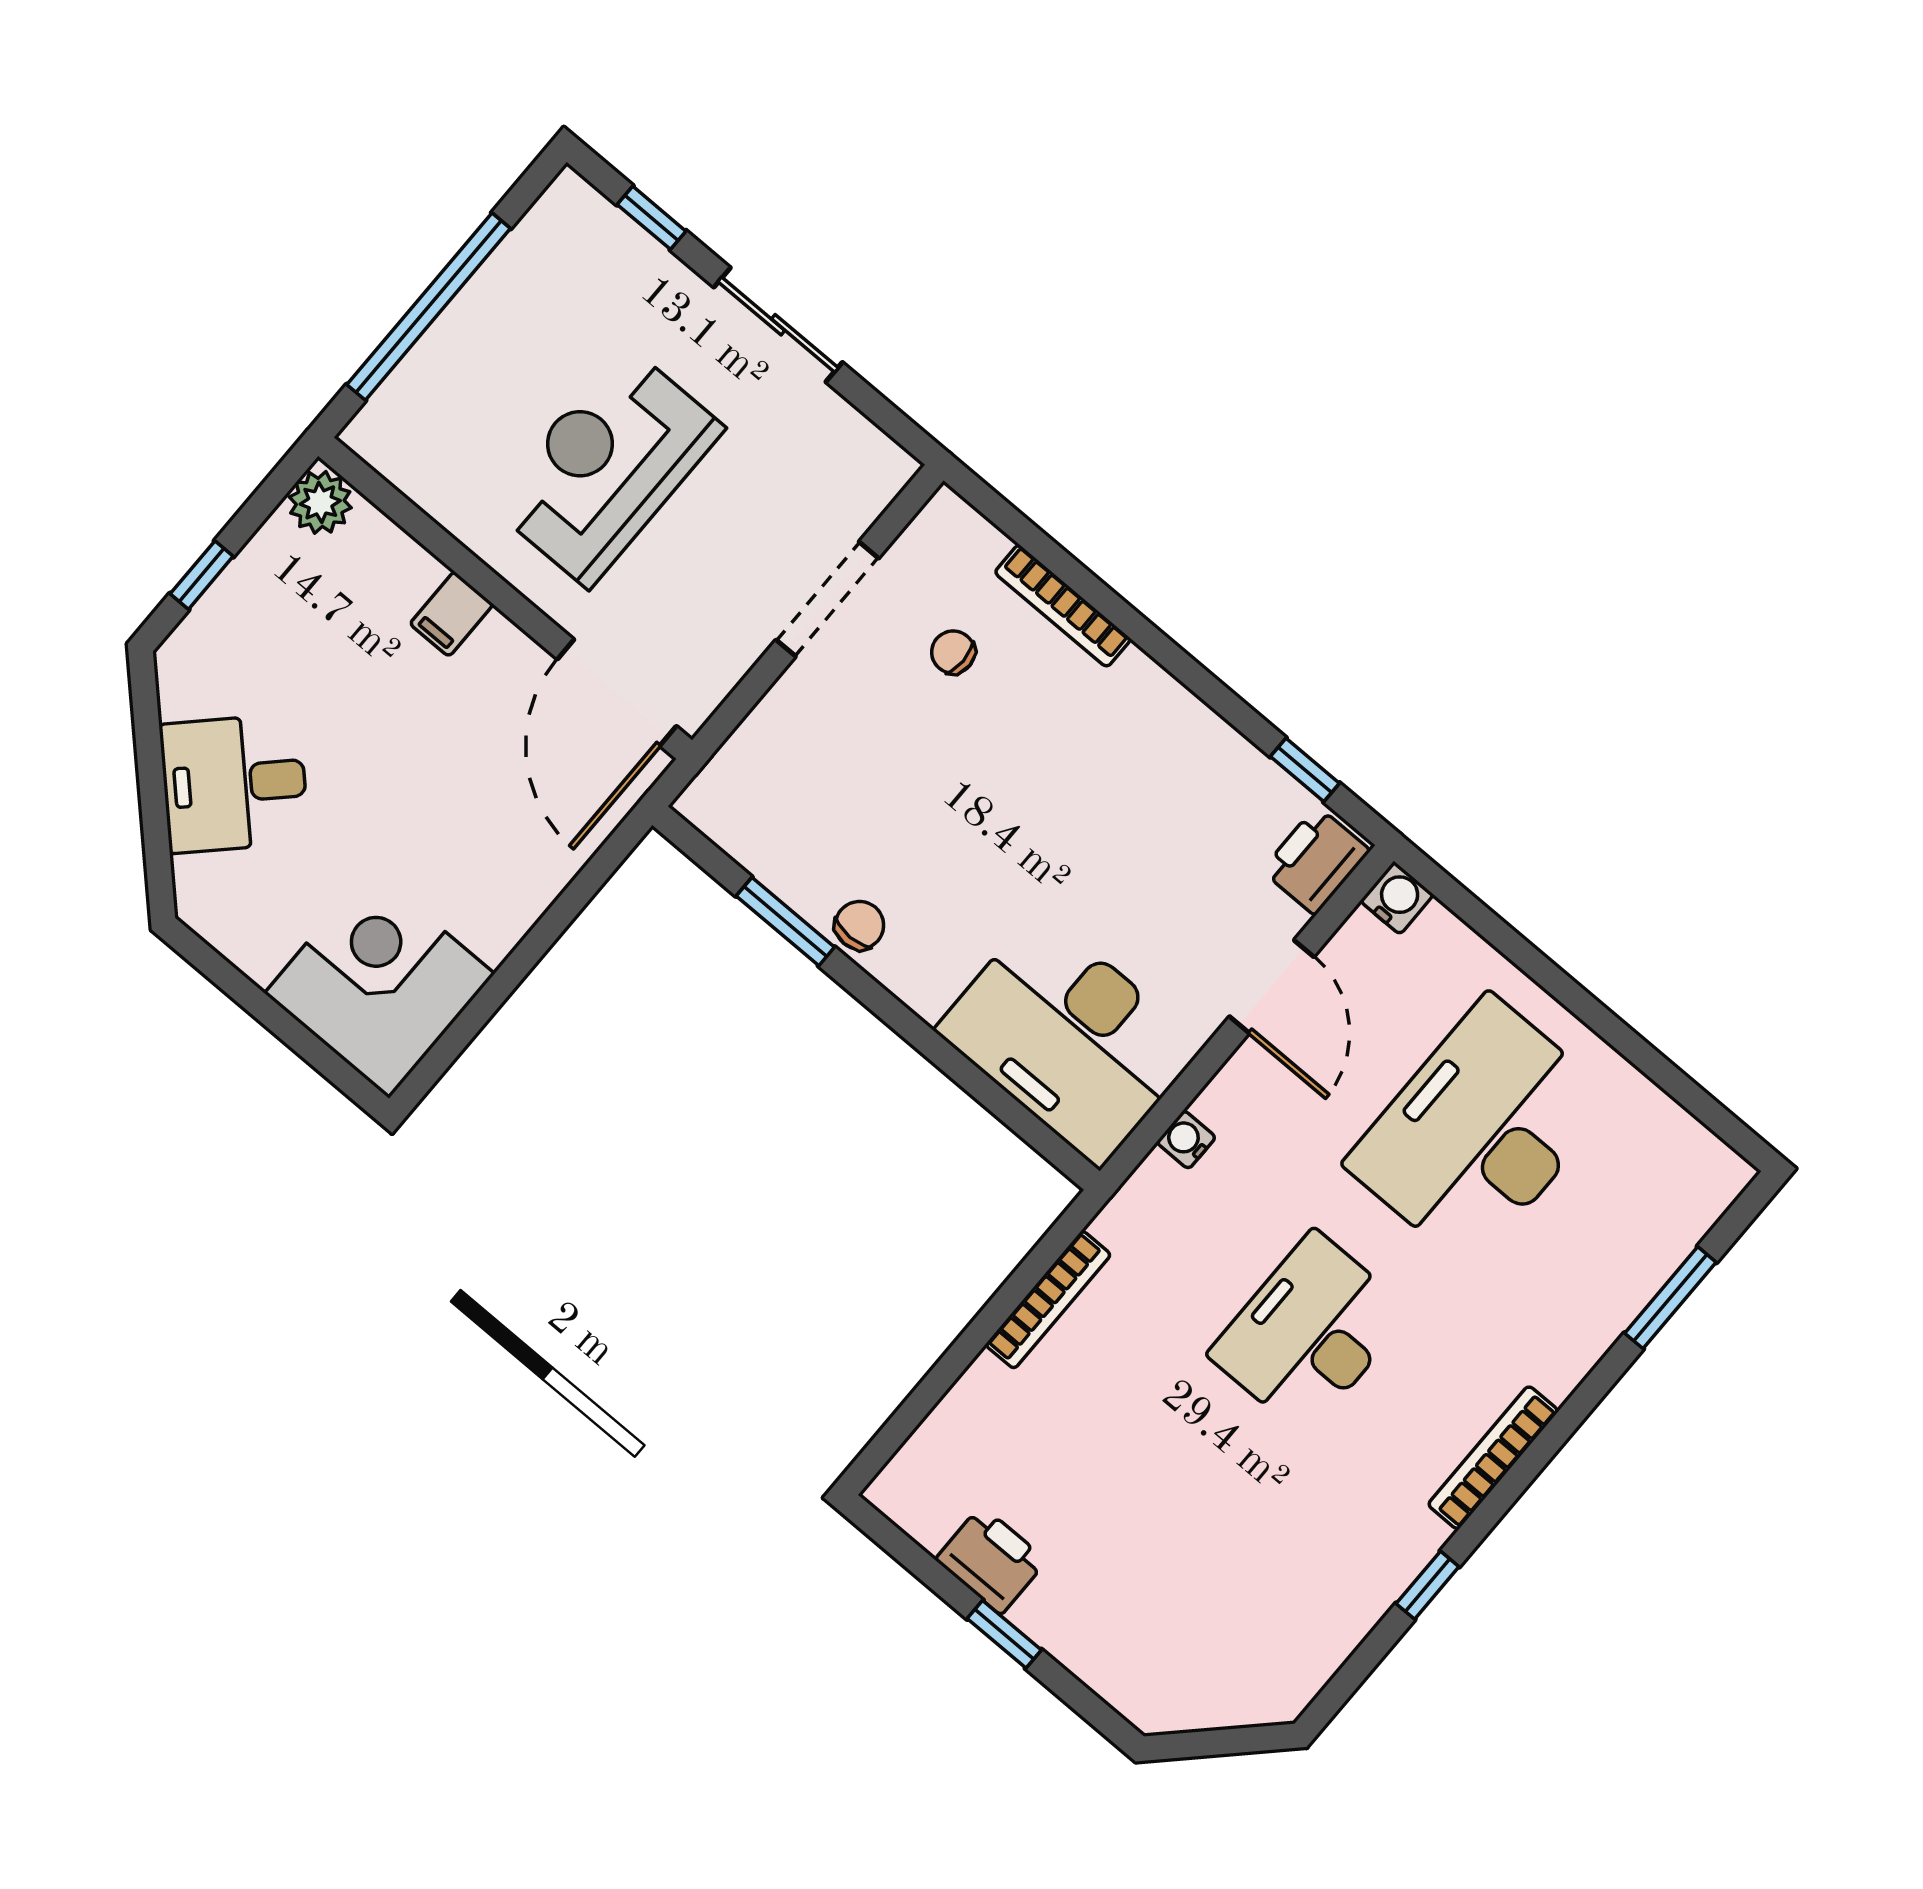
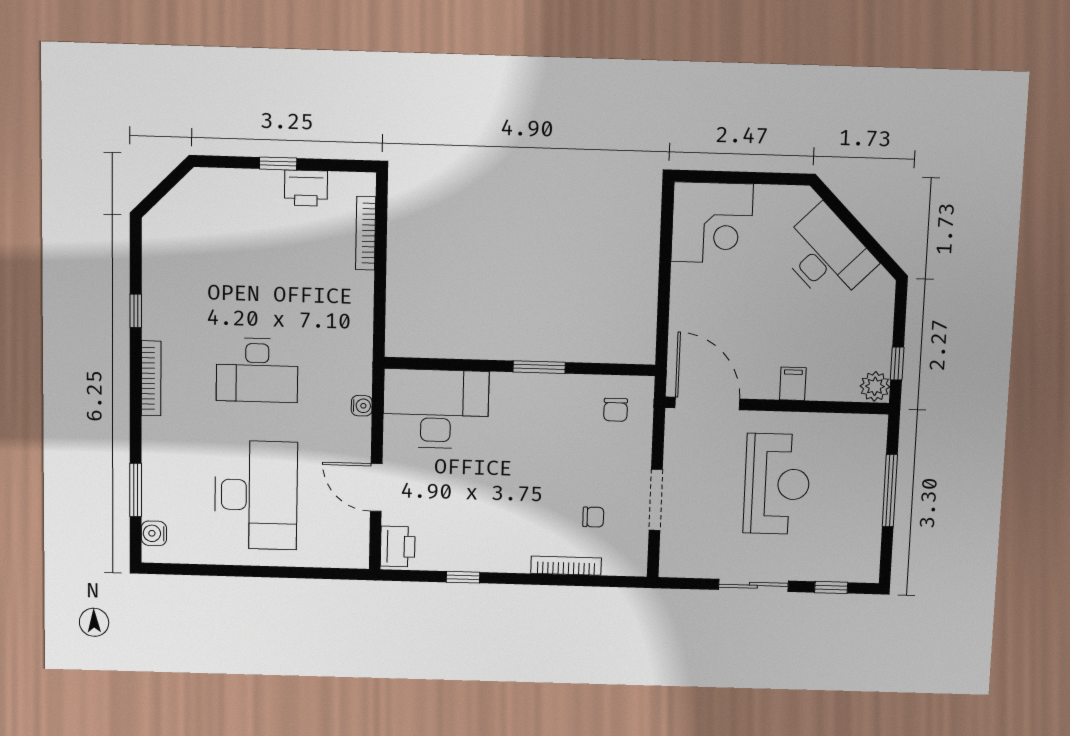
window: (429, 306) -> (890, 491), width x0.68
window: (202, 575) -> (897, 363), moved
window: (1305, 770) -> (463, 577), moved
desk: (234, 783) -> (827, 255), width x1.37
water cooler: (1397, 898) -> (154, 533), moved, turned 90
window: (785, 922) -> (539, 367), moved
chair: (860, 925) -> (616, 410), moved
bookcase: (1048, 1300) -> (366, 233), moved
desk: (1310, 1333) -> (257, 370), turned 90

